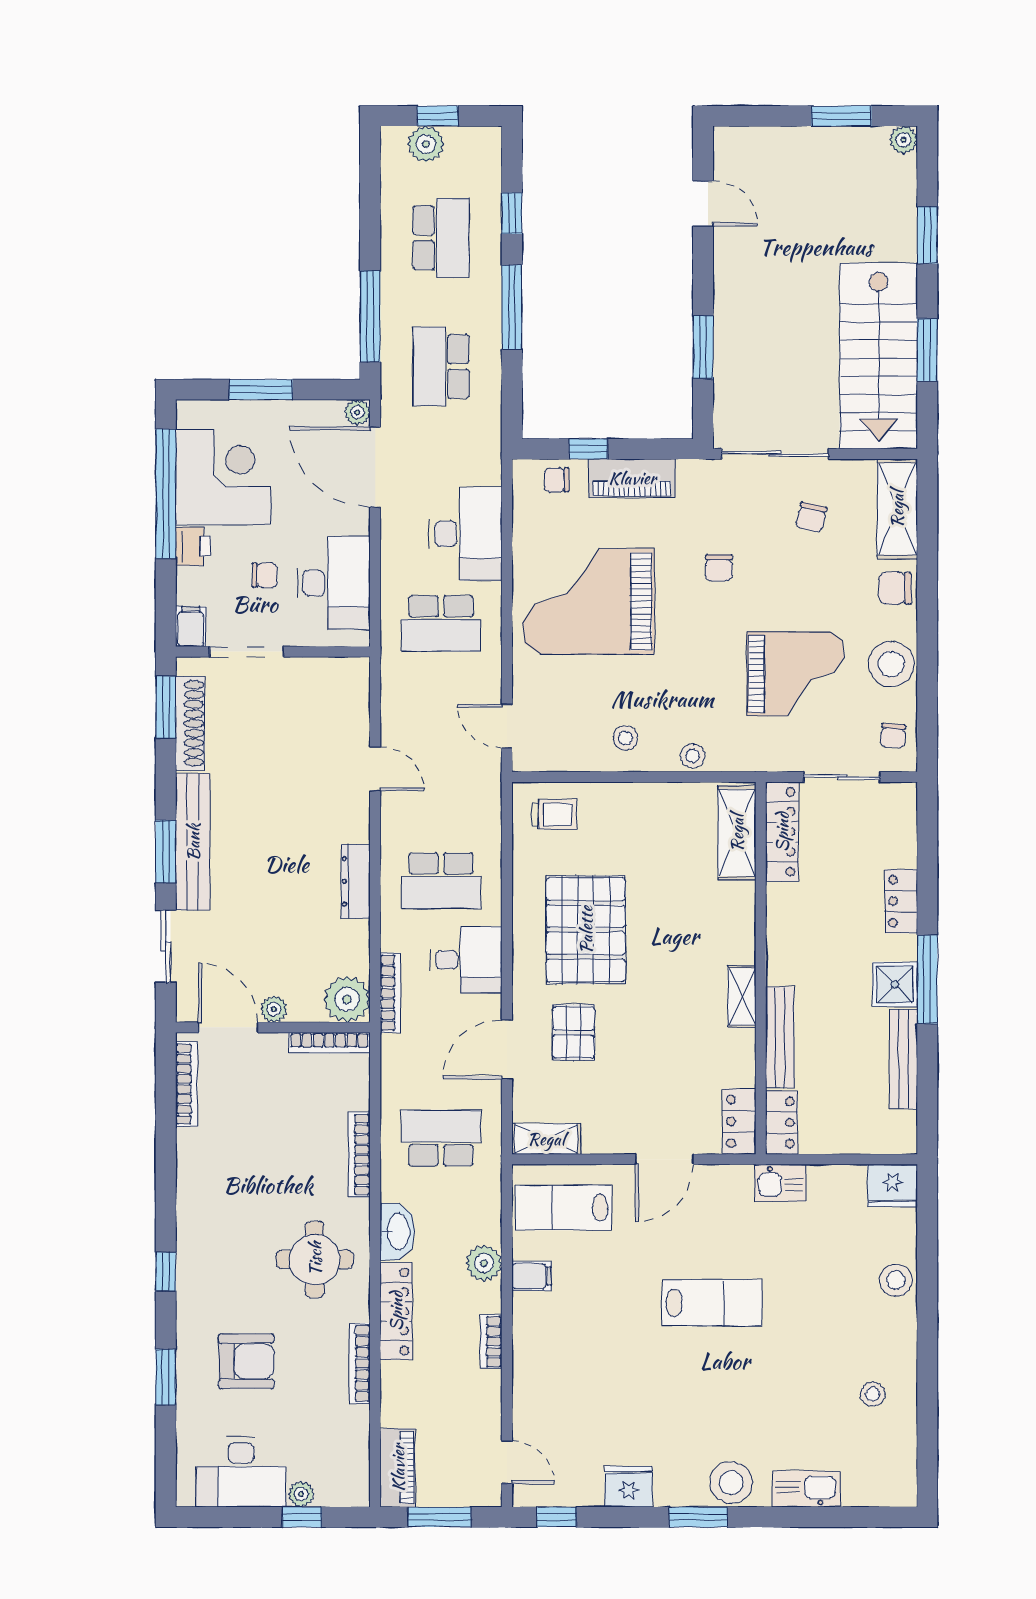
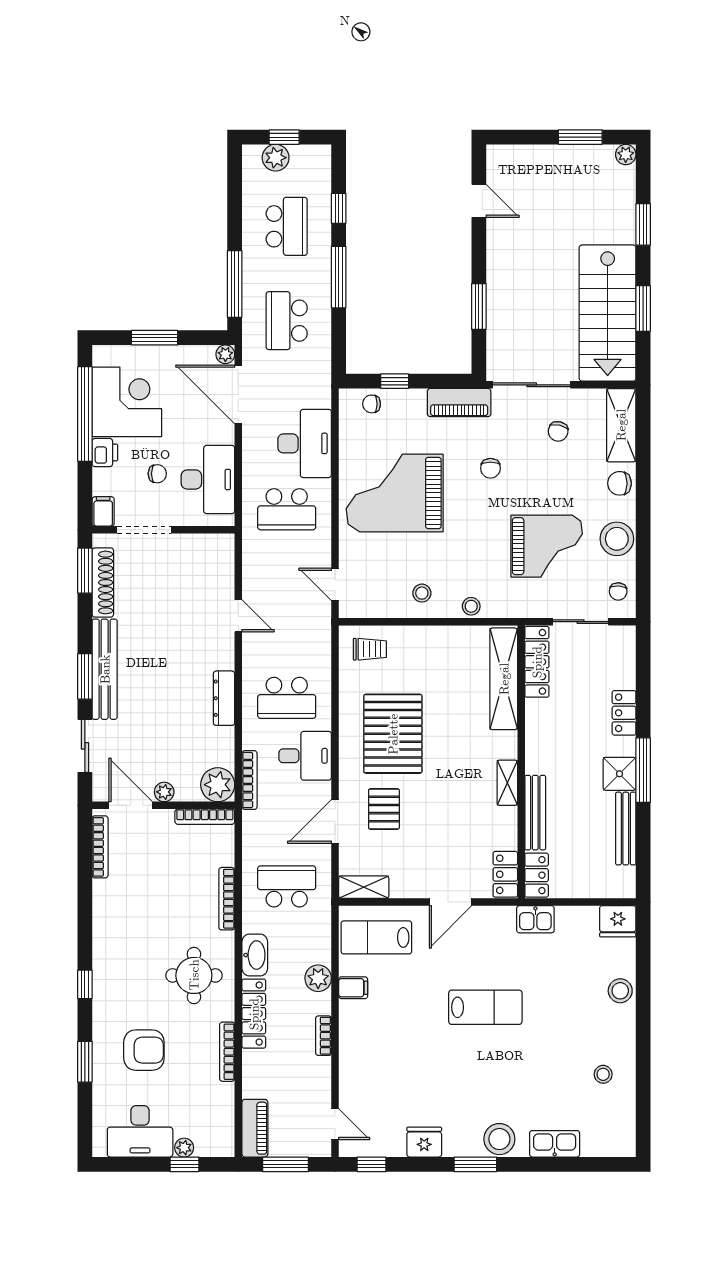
piano: (632, 478) -> (459, 403), moved
shelving: (737, 833) -> (504, 679), width x1.47

